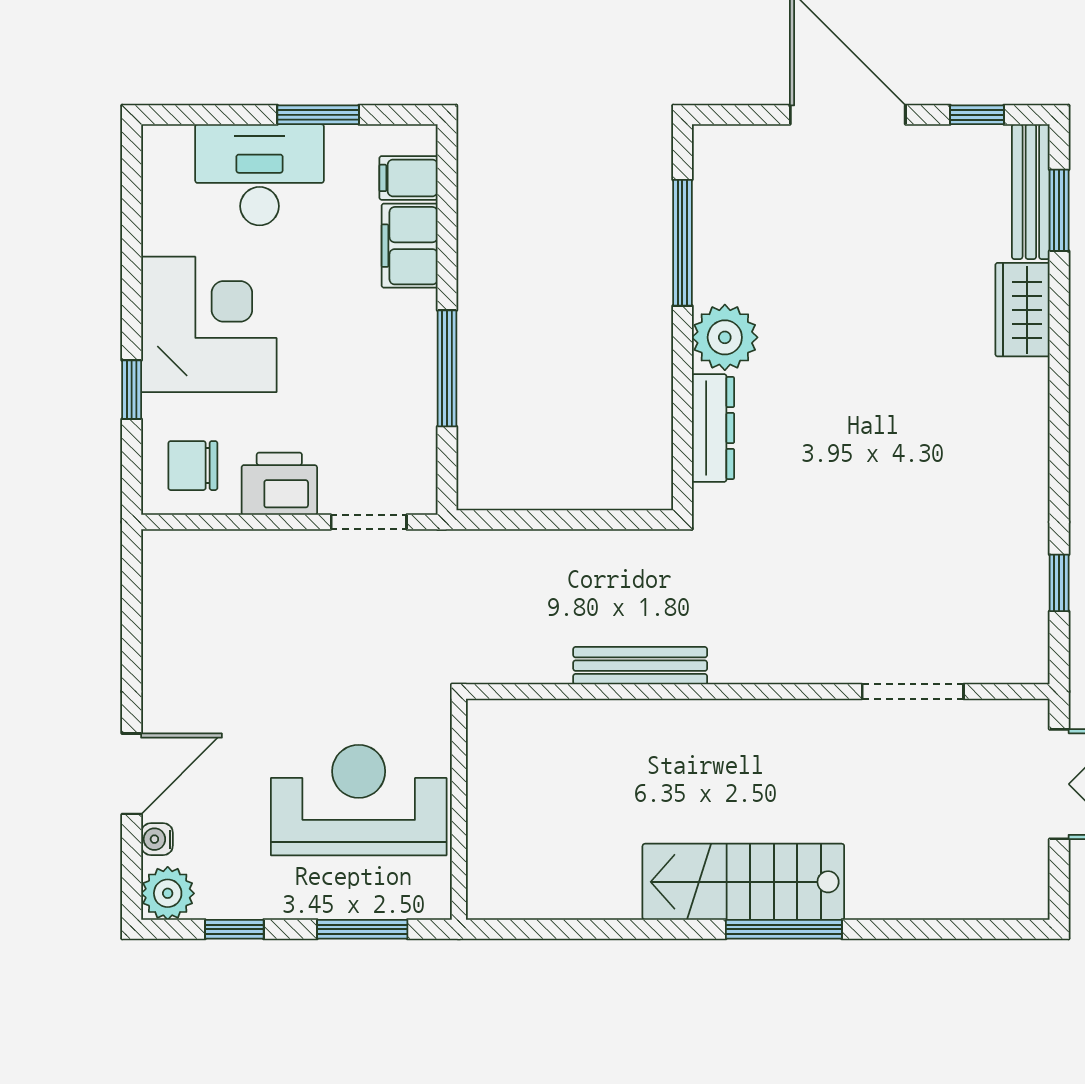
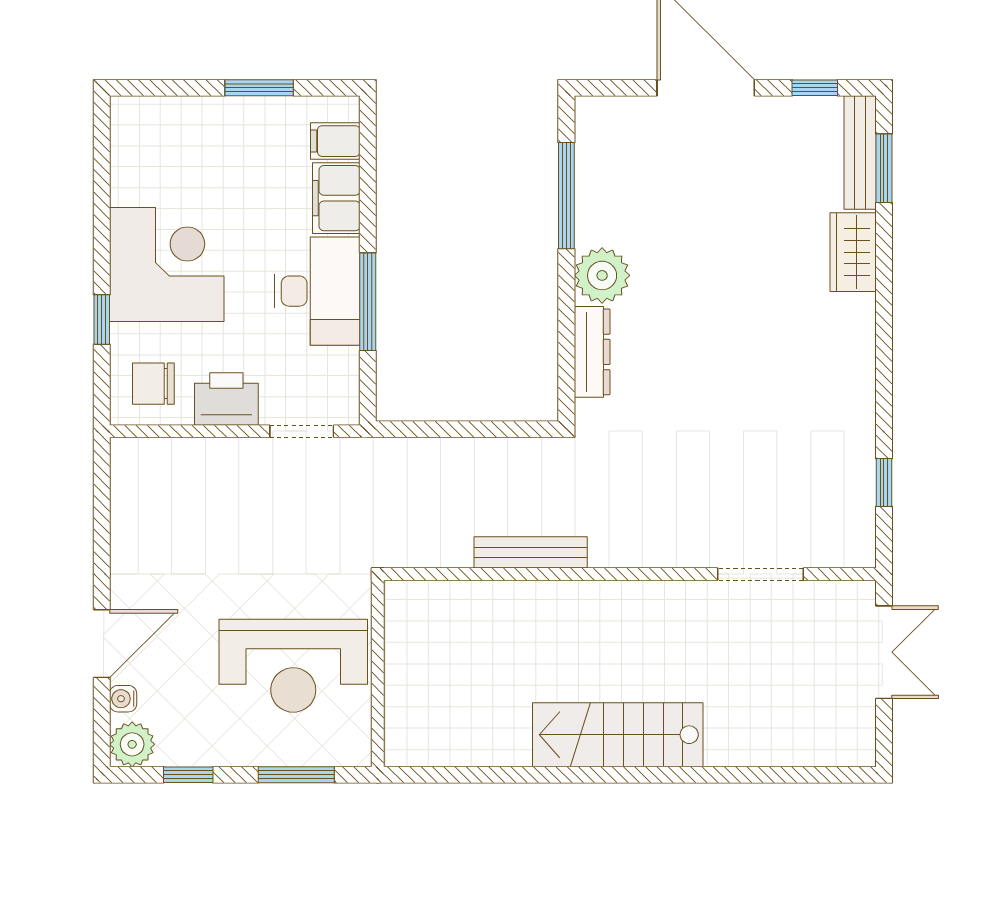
desk: (259, 175) -> (317, 291), moved, turned 90
reception desk: (359, 800) -> (293, 666), turned 180
window: (784, 929) -> (652, 775), removed

